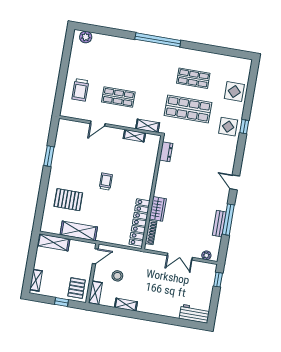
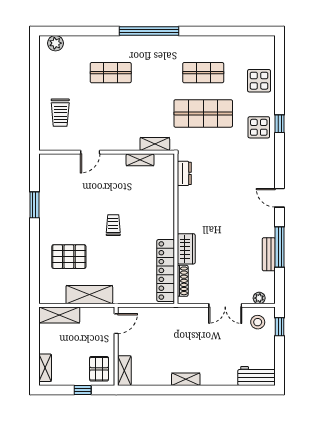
shop shelf: (118, 97) -> (111, 73), moved
stool: (117, 276) -> (258, 322), moved
shelving: (126, 305) -> (186, 379), moved

